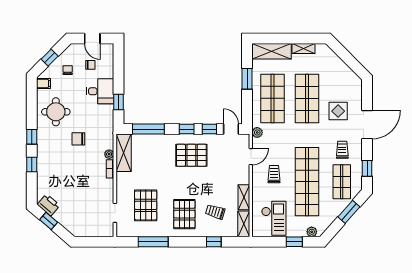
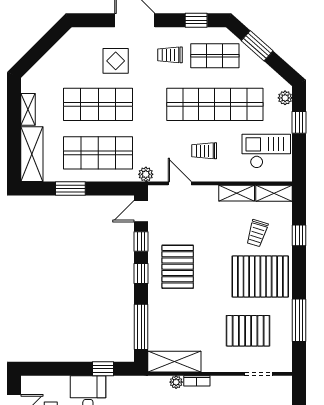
pallet: (184, 214) -> (260, 276), width x1.37, depth x1.41

